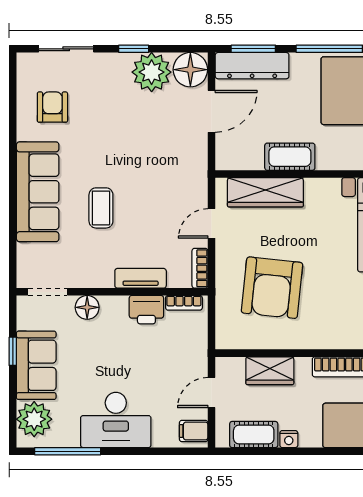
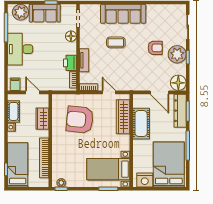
plant: (152, 72) -> (177, 54), moved
armchair: (52, 107) -> (155, 48), moved
cot: (290, 157) -> (141, 124), width x1.37, depth x1.34

